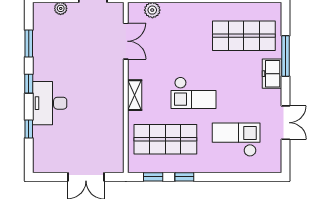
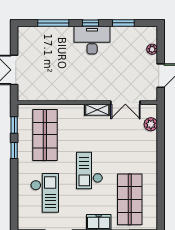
checkout: (193, 93) -> (89, 171), moved
shelving: (135, 95) -> (97, 110), moved
desk: (50, 103) -> (92, 40), moved
window: (29, 129) -> (53, 23), width x2.17

